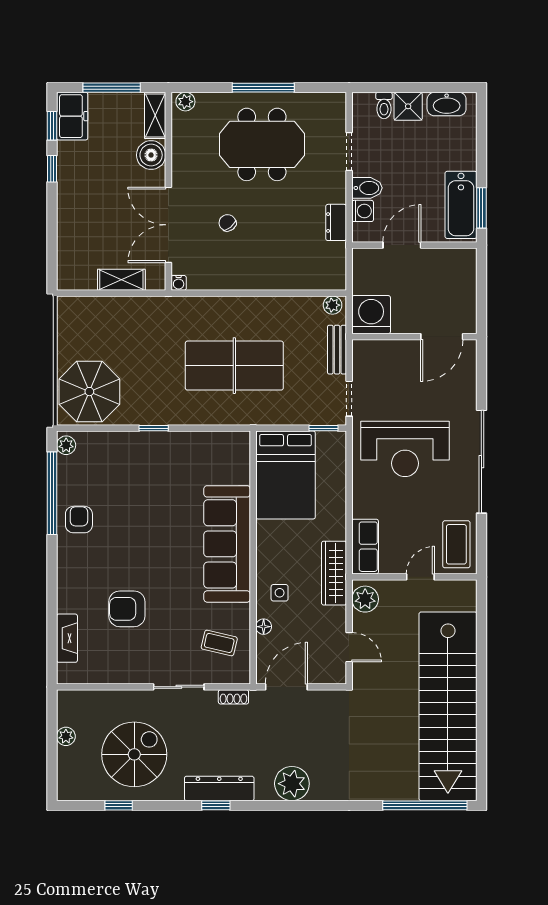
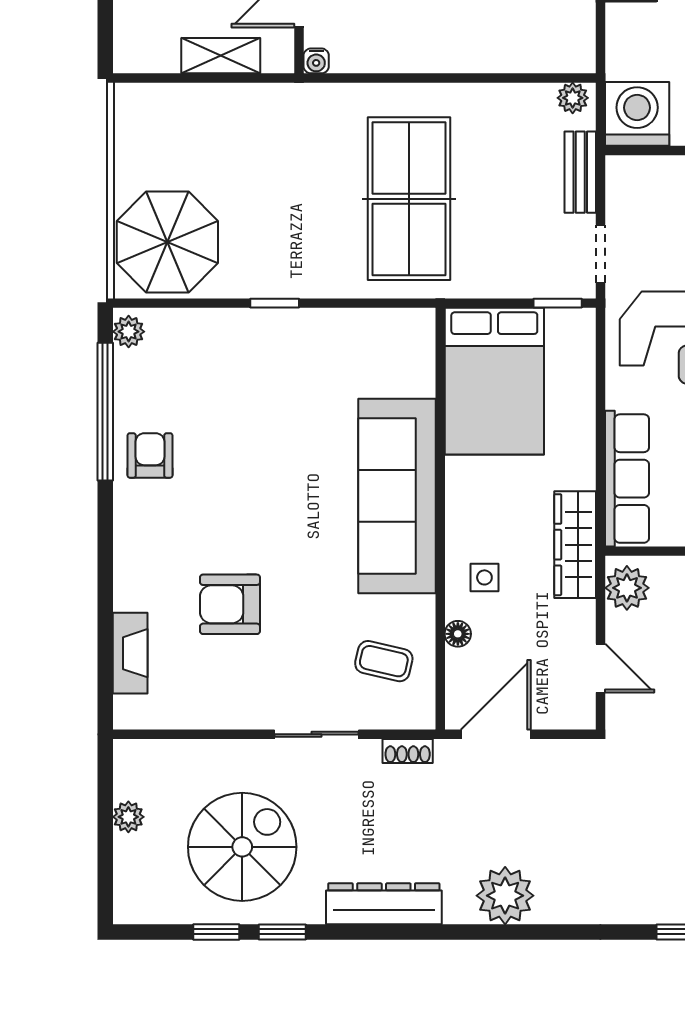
table tennis table: (234, 366) -> (409, 199), turned 90
row of seats: (365, 547) -> (627, 479), width x1.48
window: (216, 805) -> (282, 932), moved

